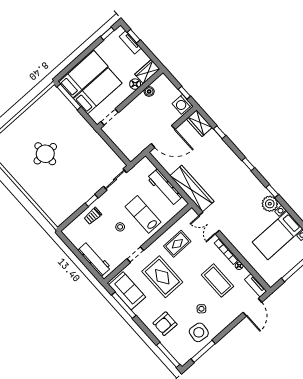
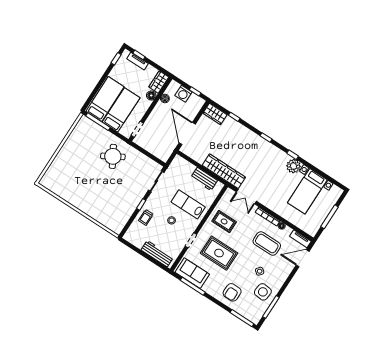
washing machine: (182, 104) -> (183, 94), moved
door: (163, 136) -> (187, 133), swing flipped
round table: (45, 154) -> (113, 156), moved, turned -30
workbench: (165, 187) -> (204, 179), width x0.73
rug: (177, 244) -> (224, 221), turned 90
door: (252, 307) -> (303, 258), swing flipped

